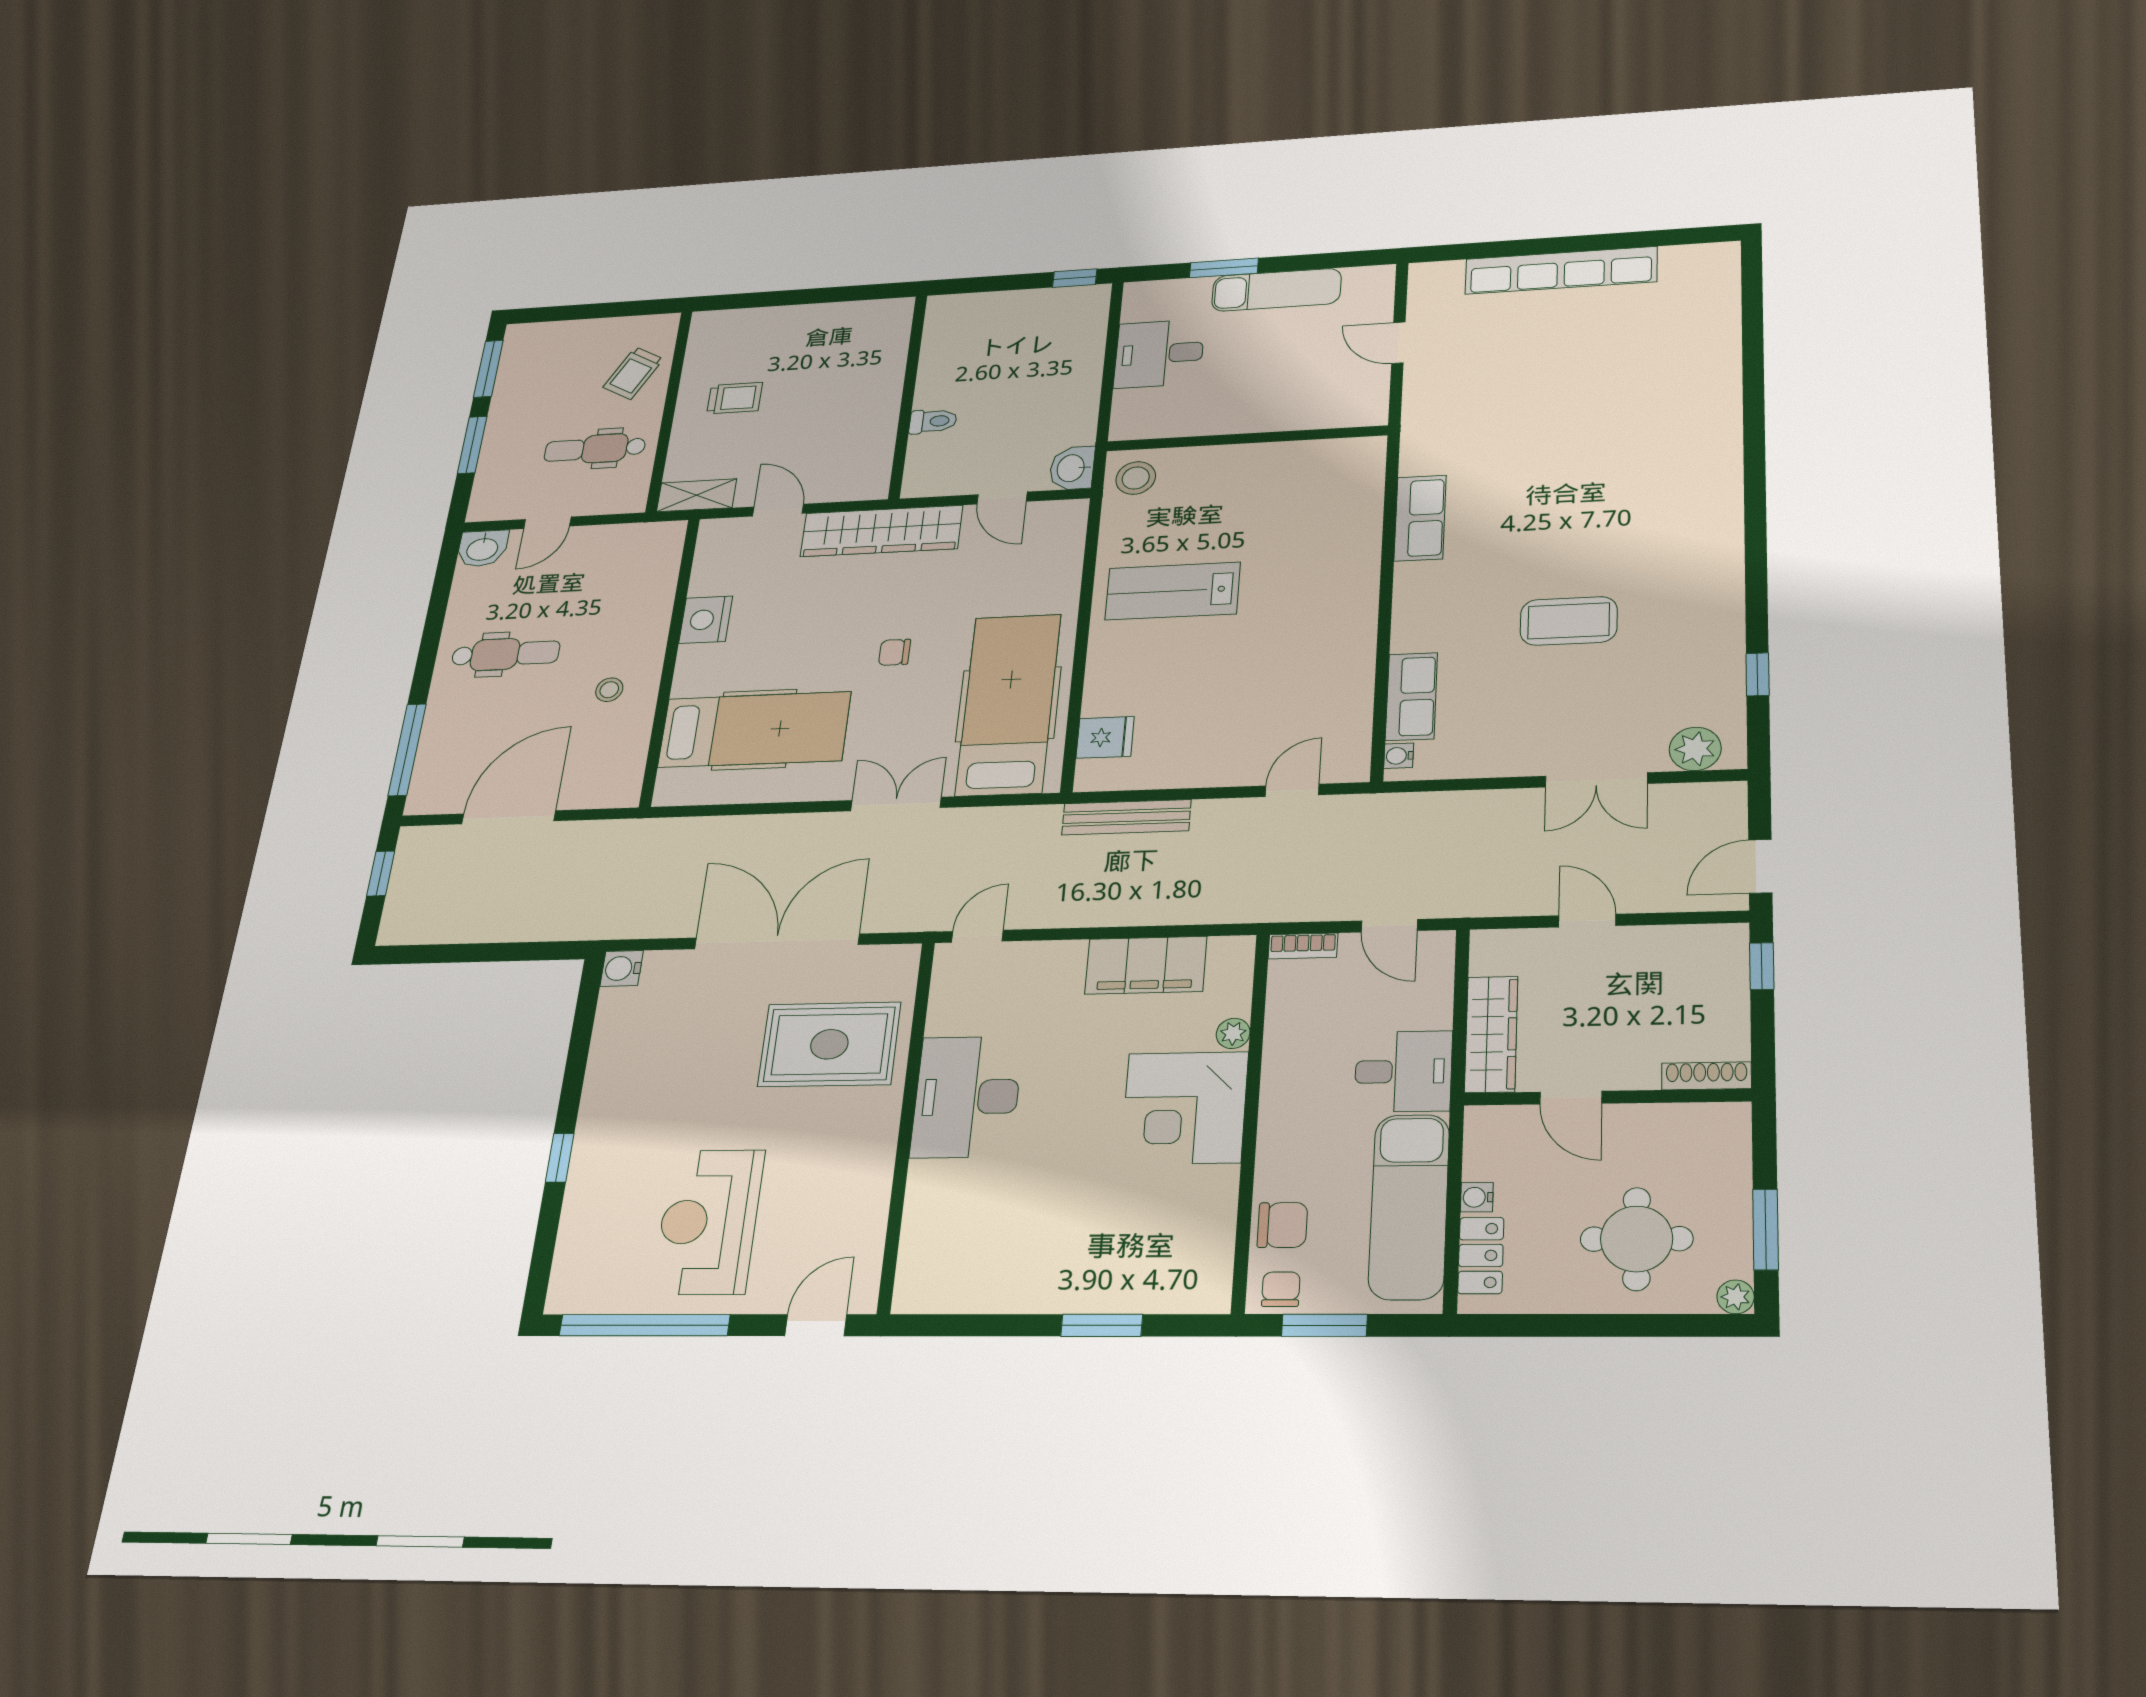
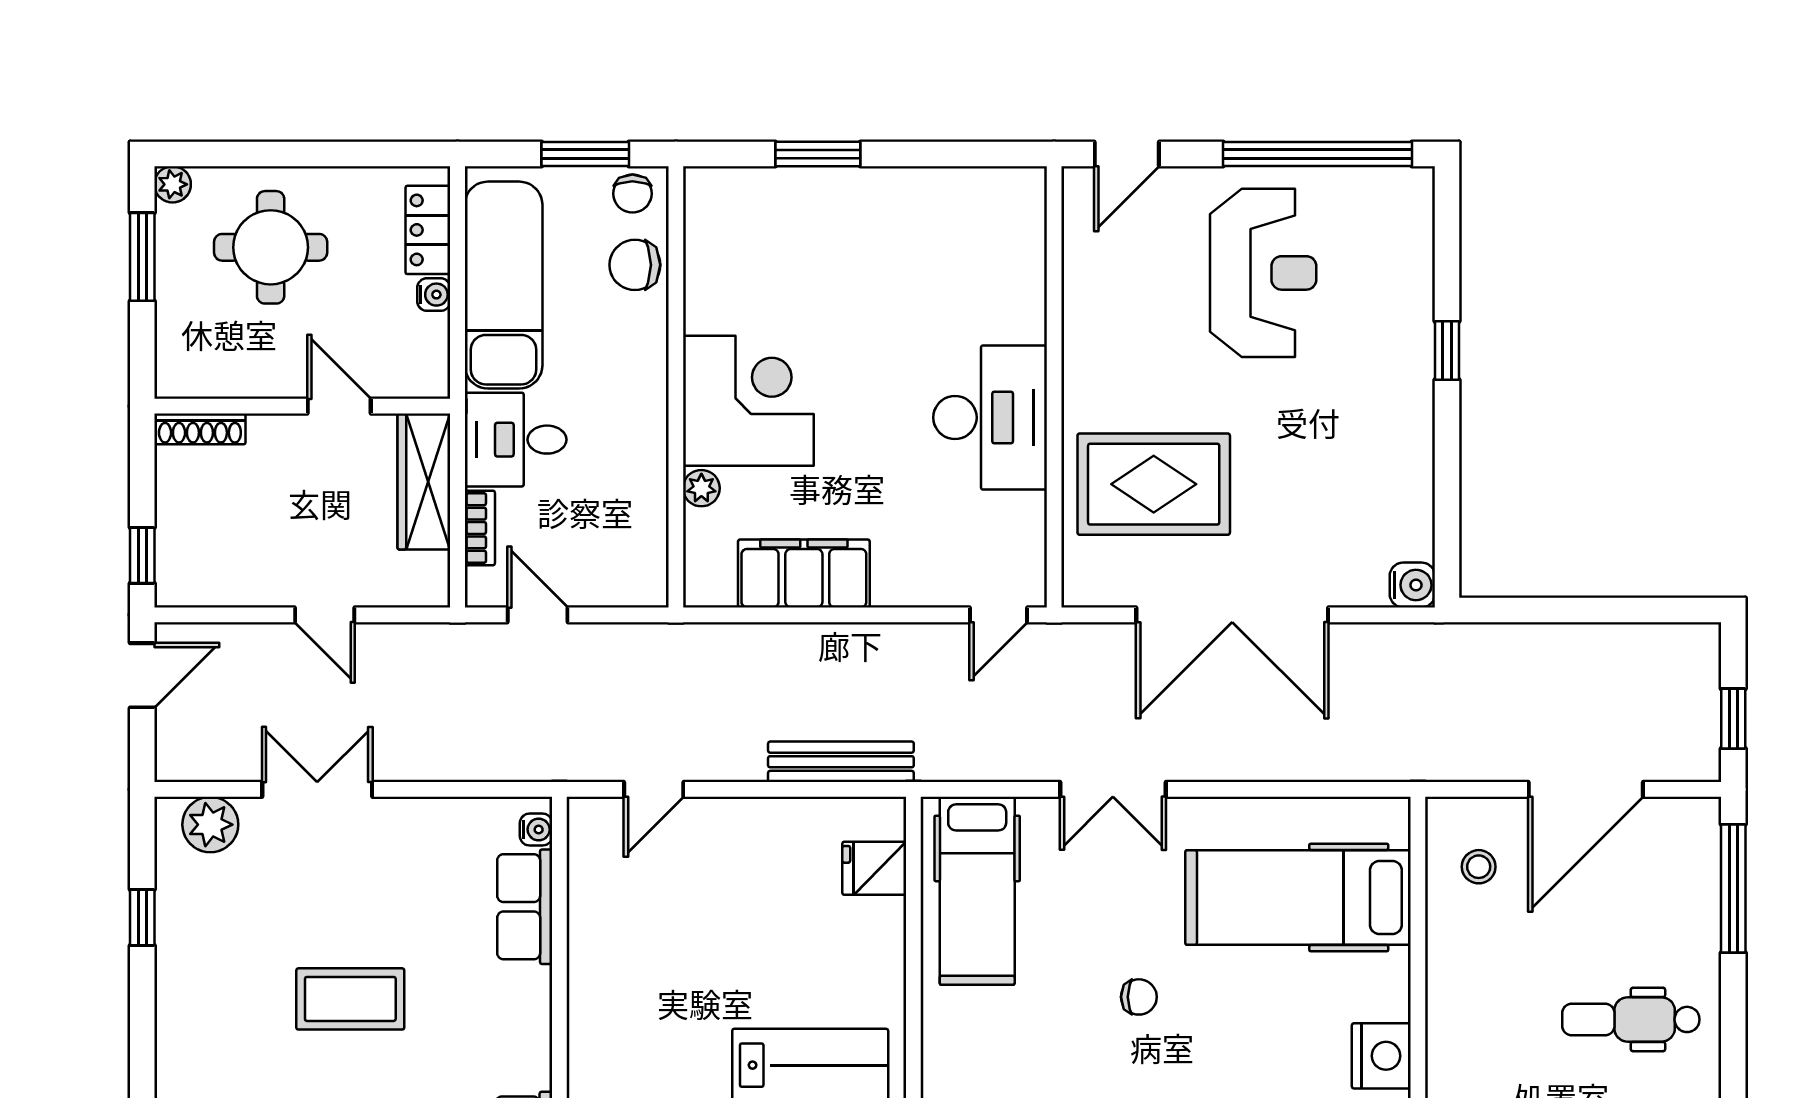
stool: (609, 690) -> (1479, 867), moved
hospital bed: (1008, 704) -> (977, 891), width x0.73, depth x0.78
bookcase: (1303, 946) -> (480, 528), moved, turned 90

